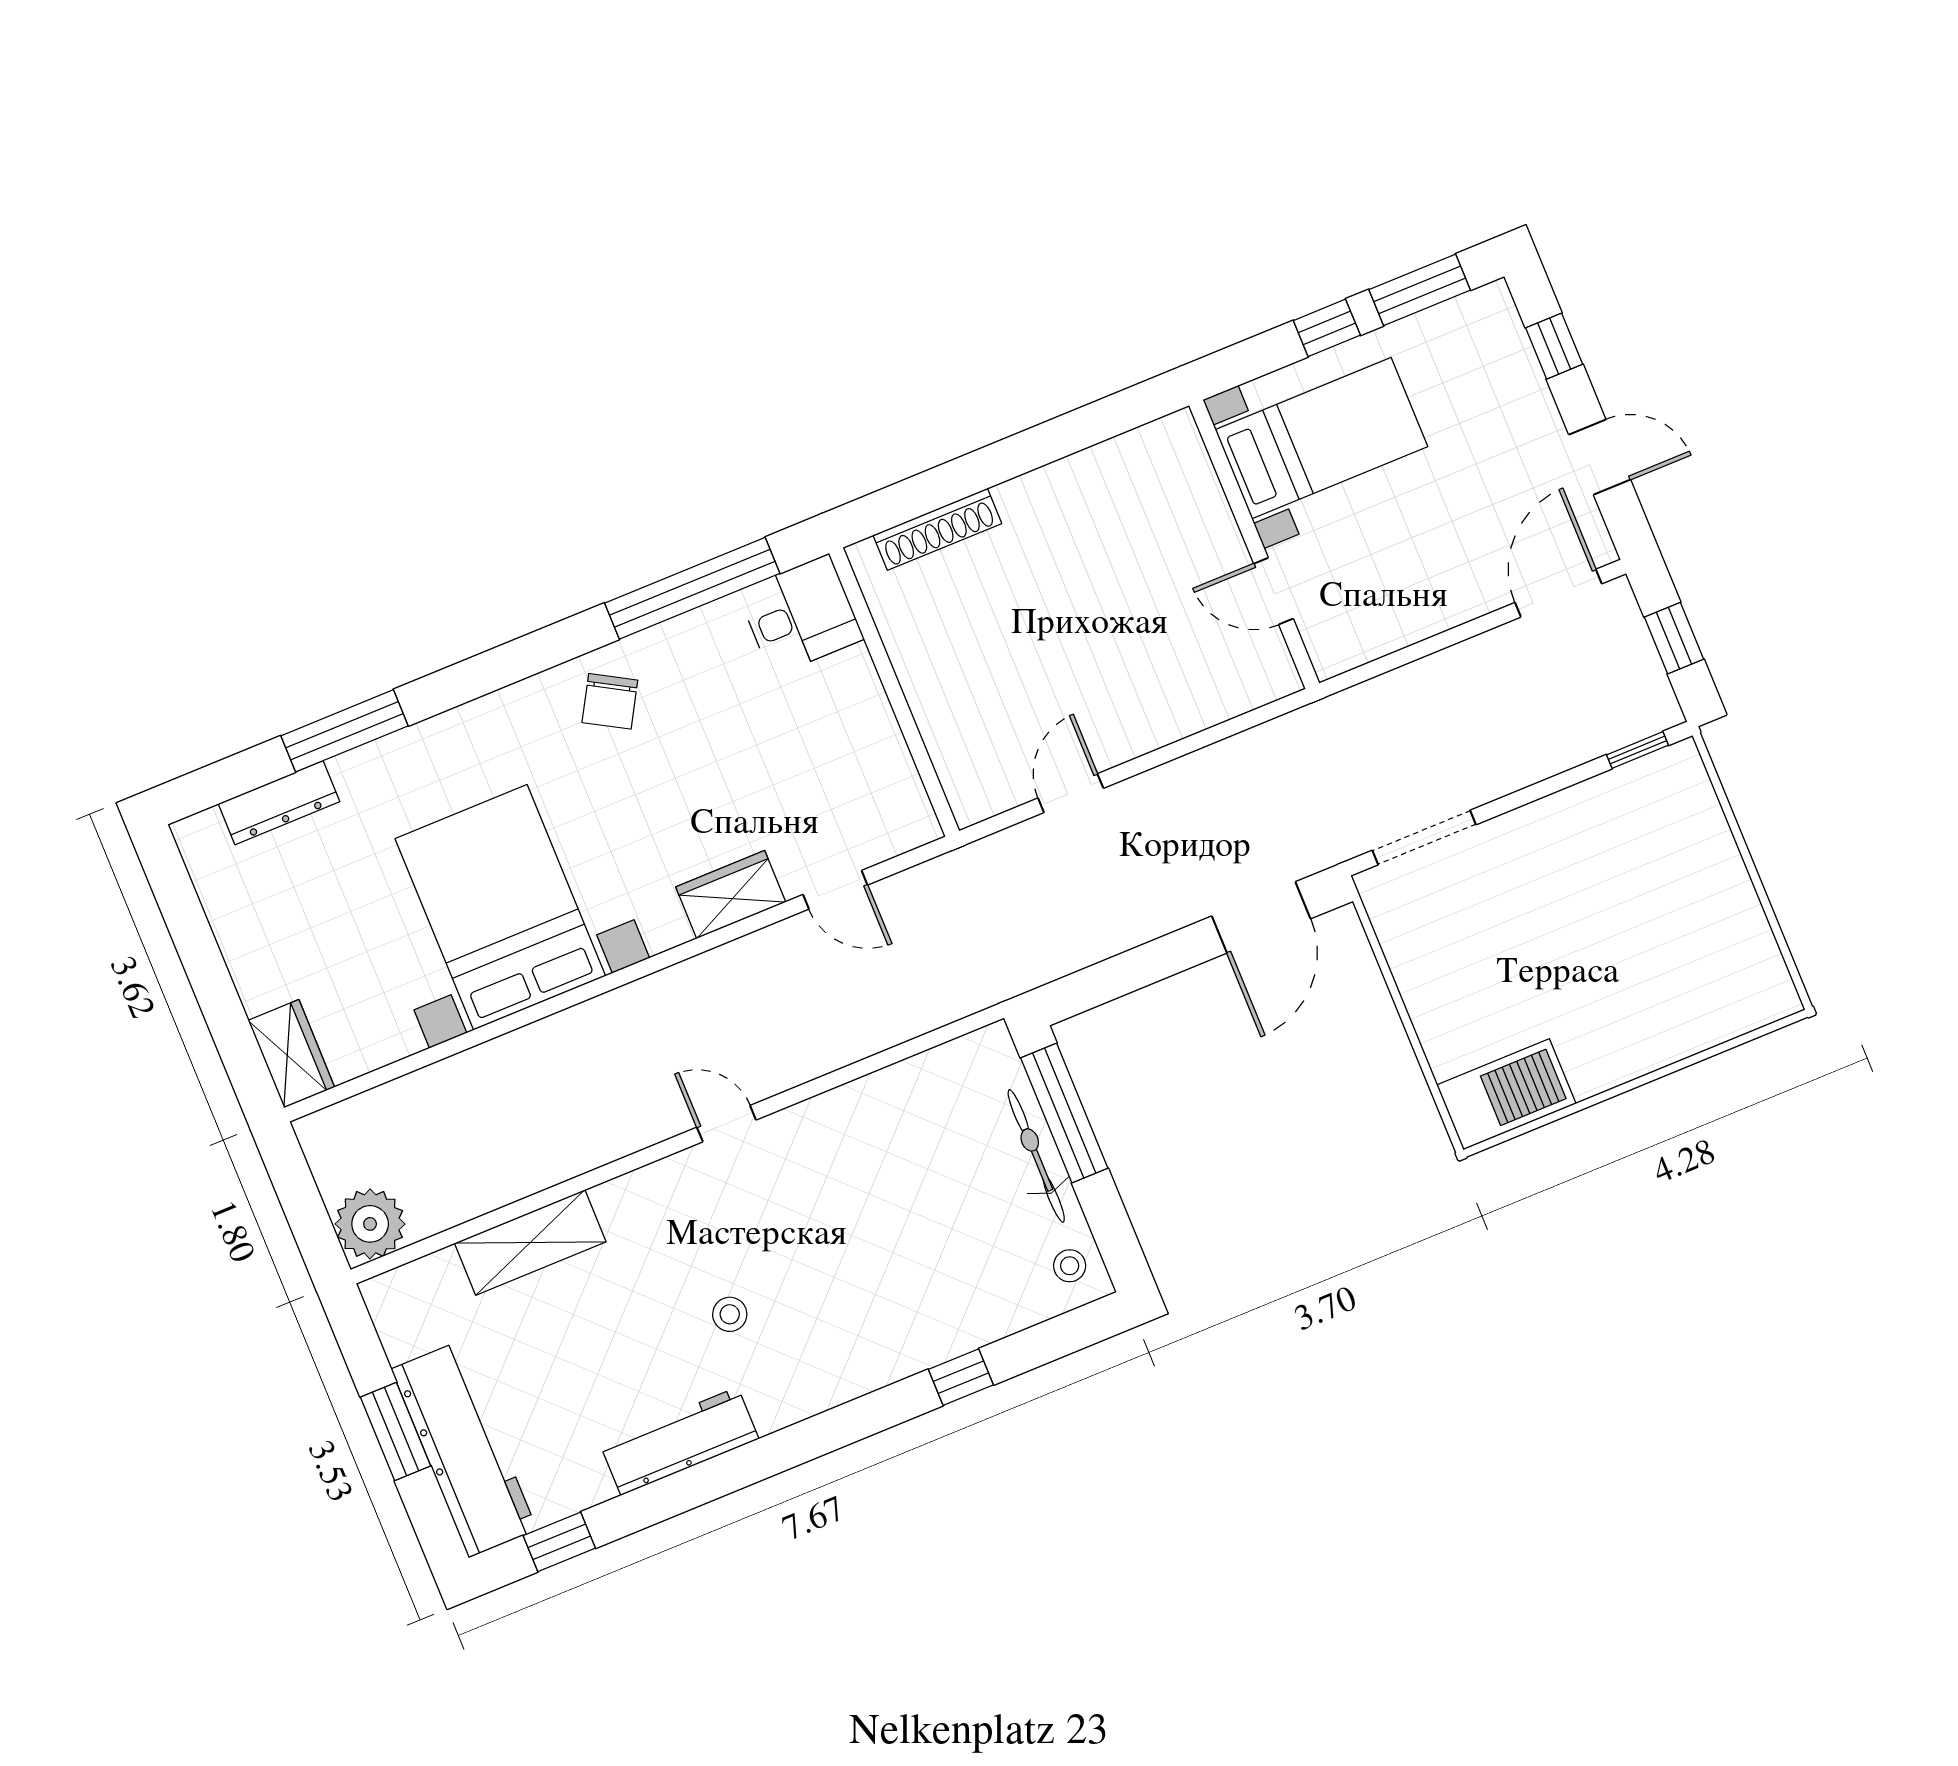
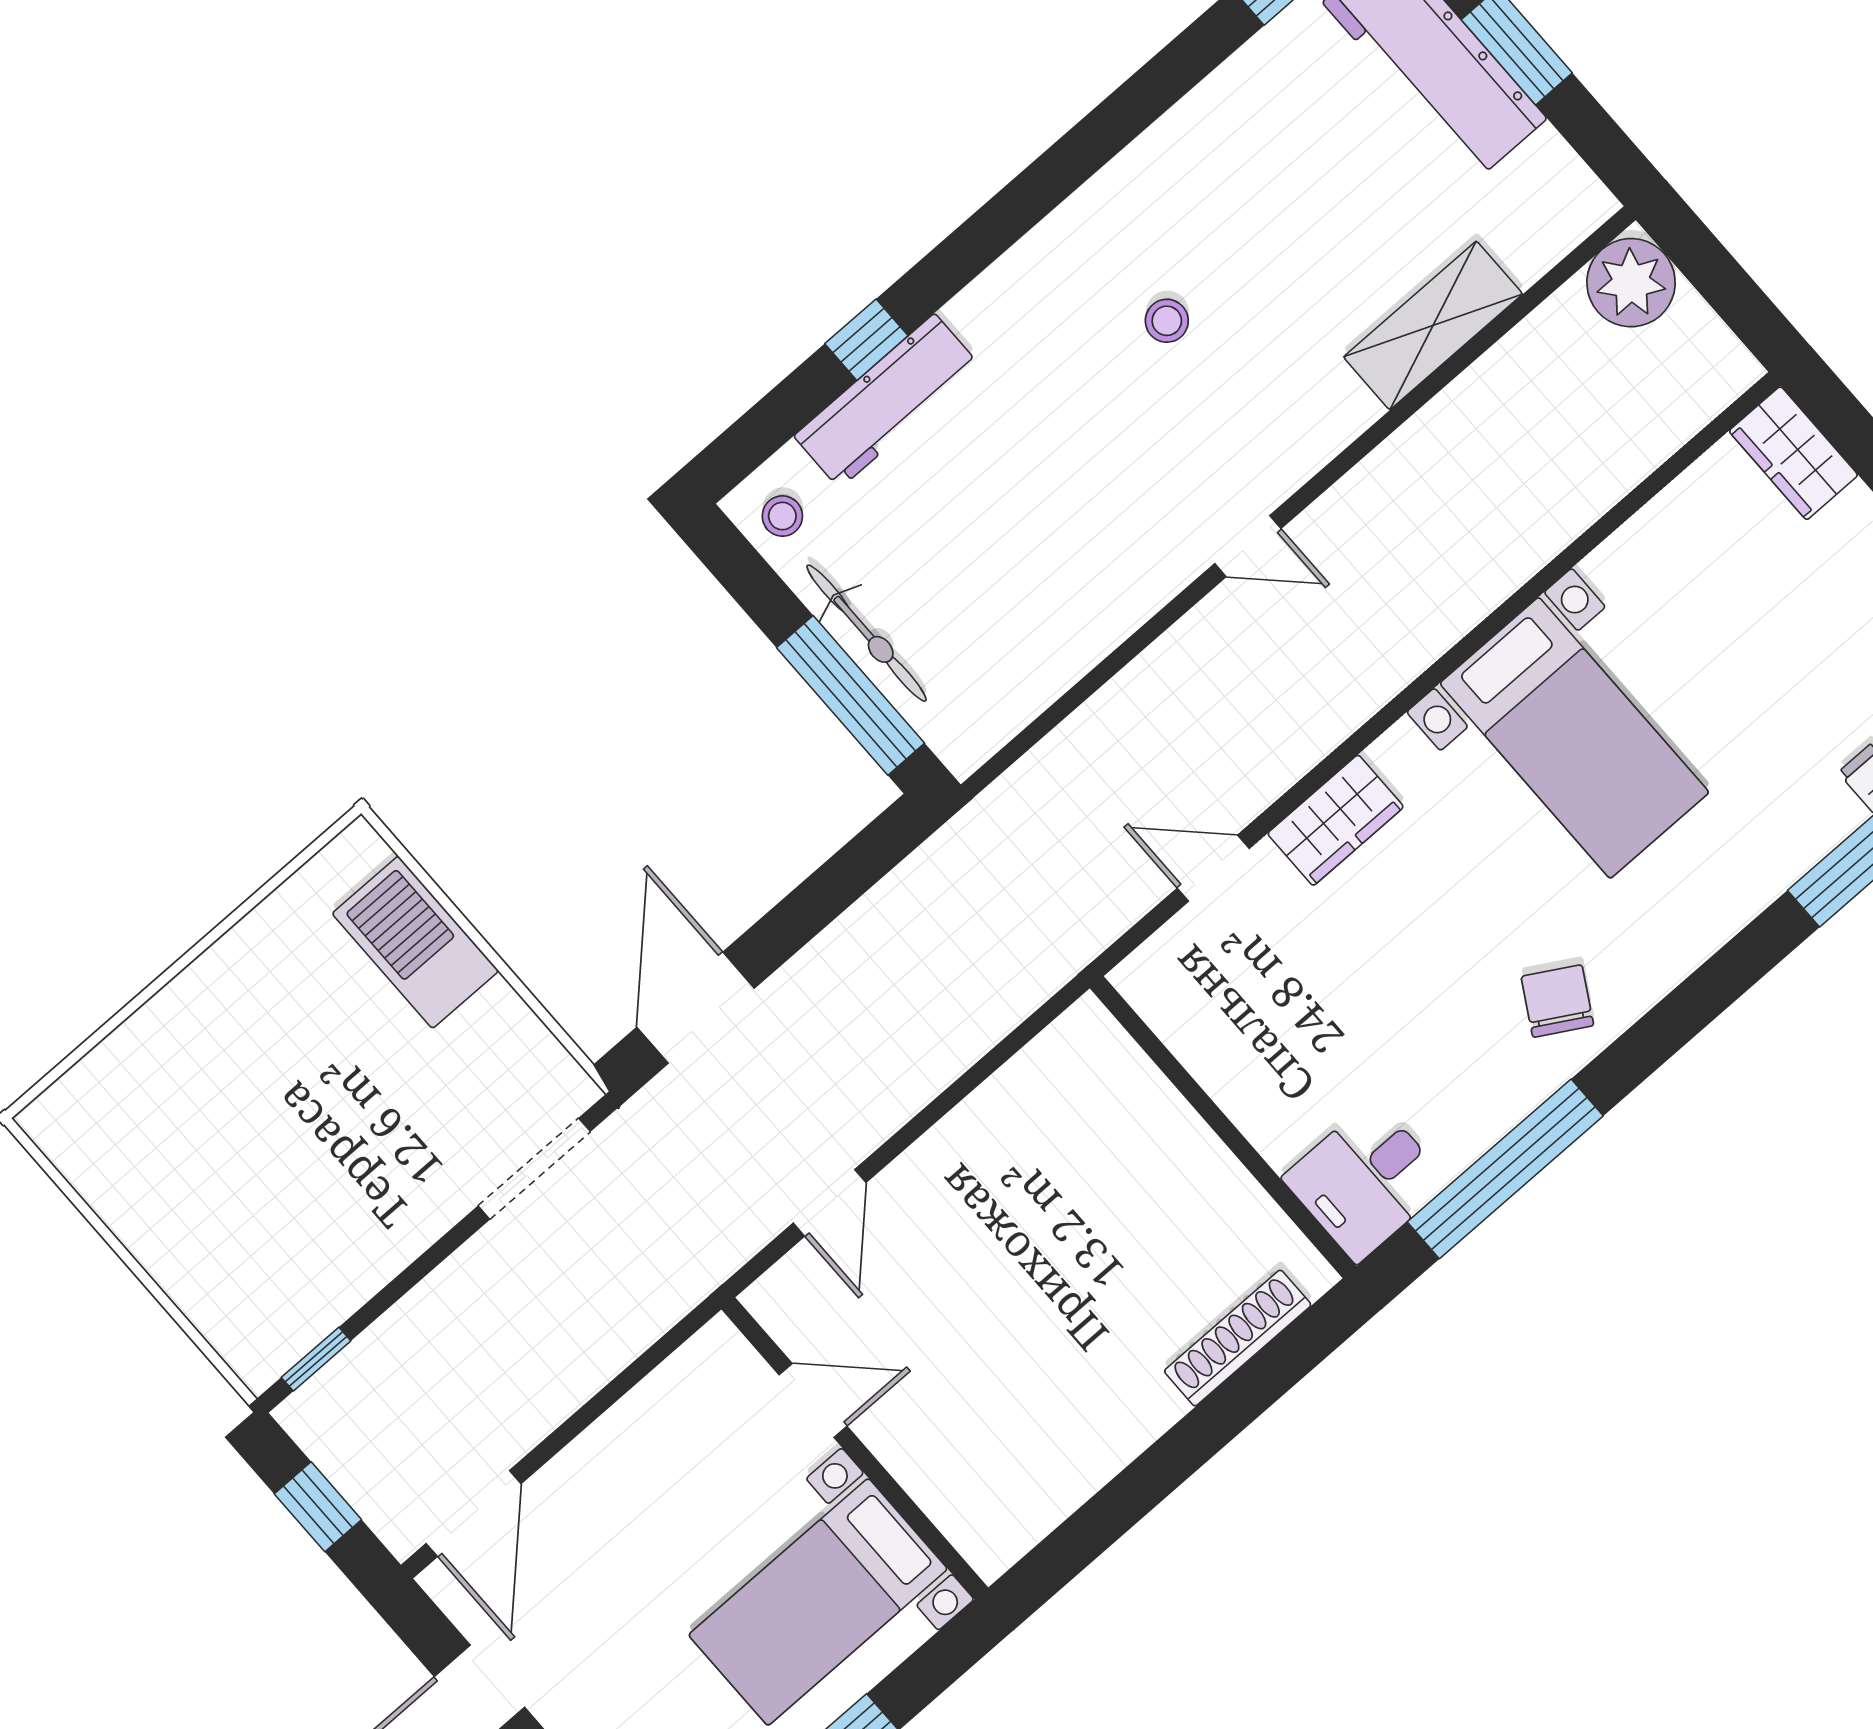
door: (1071, 793) -> (830, 1203), moved
bed with nightstands: (500, 907) -> (1574, 738), width x0.73
barbecue: (1506, 1094) -> (415, 942), moved, turned 90
workbench: (679, 1441) -> (887, 401), moved

